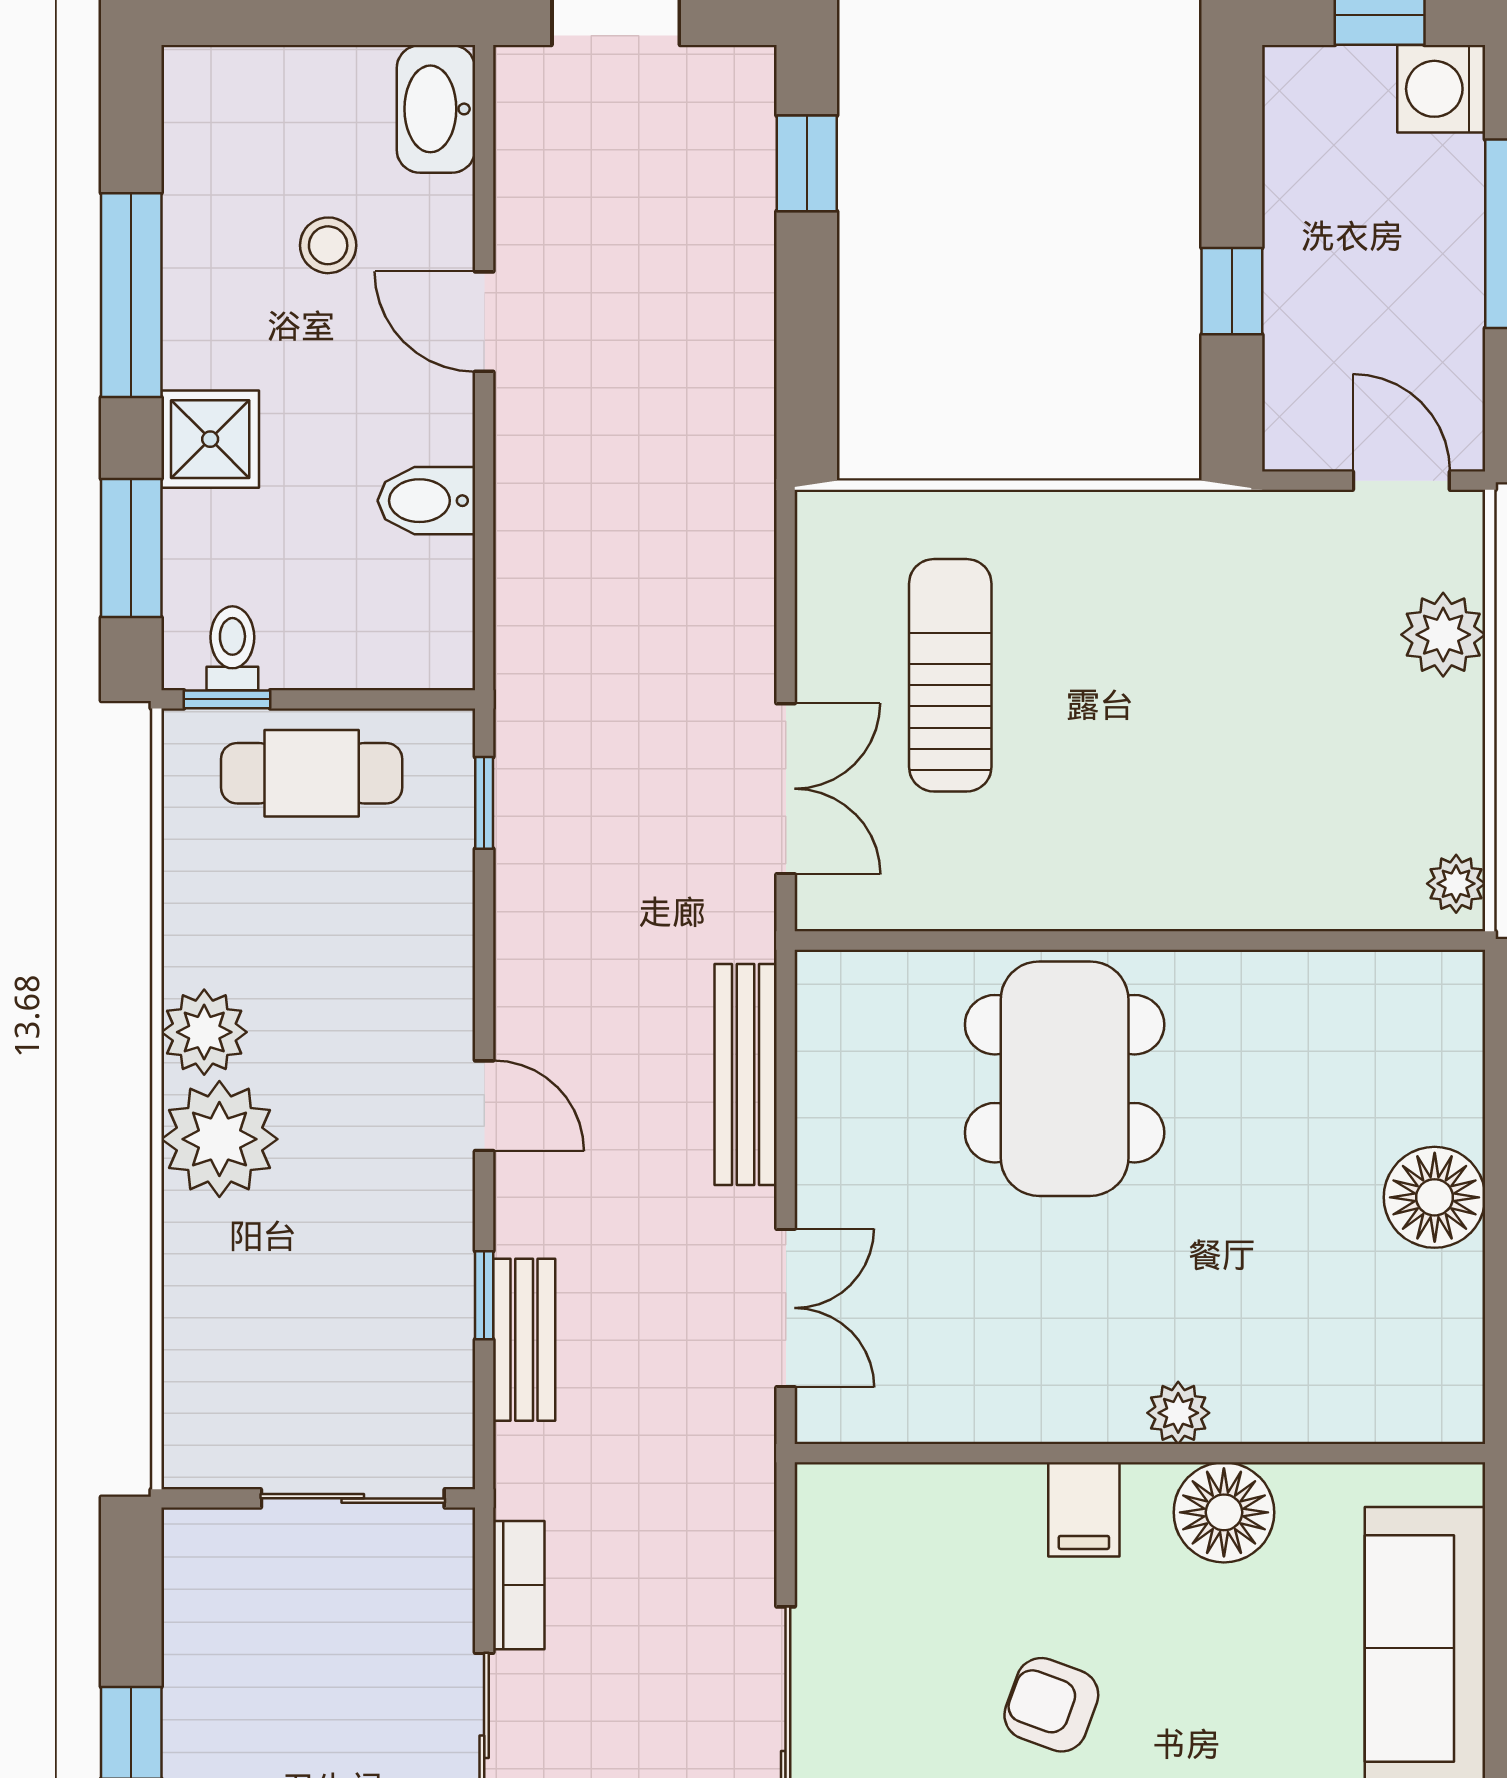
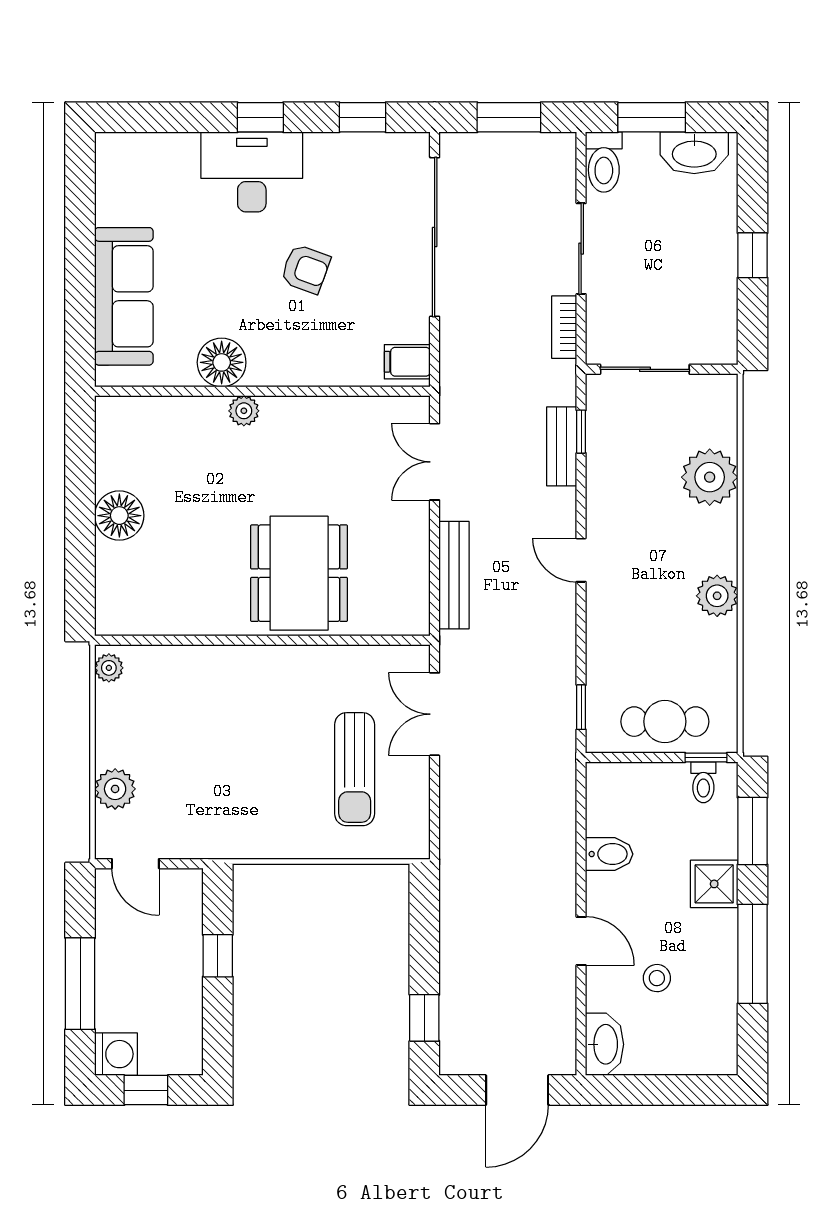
plant: (219, 1139) -> (710, 477), moved
window: (484, 1295) -> (581, 432), moved
filing cabinet: (1084, 1509) -> (407, 362), moved, turned -90

